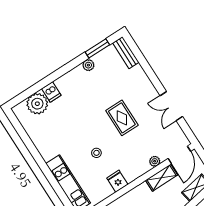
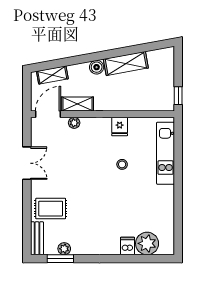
plant: (88, 65) -> (64, 249), moved
rug: (122, 118) -> (51, 209), moved, turned 90

